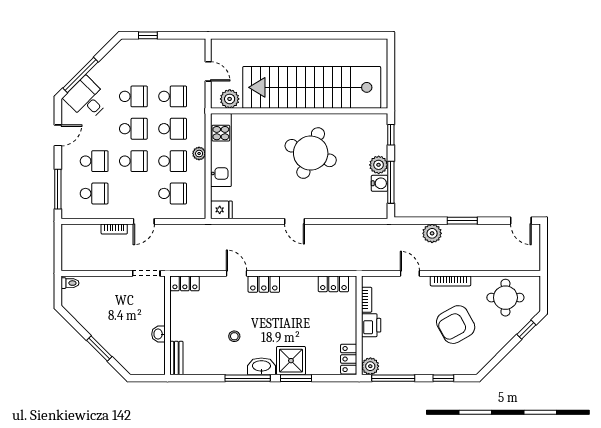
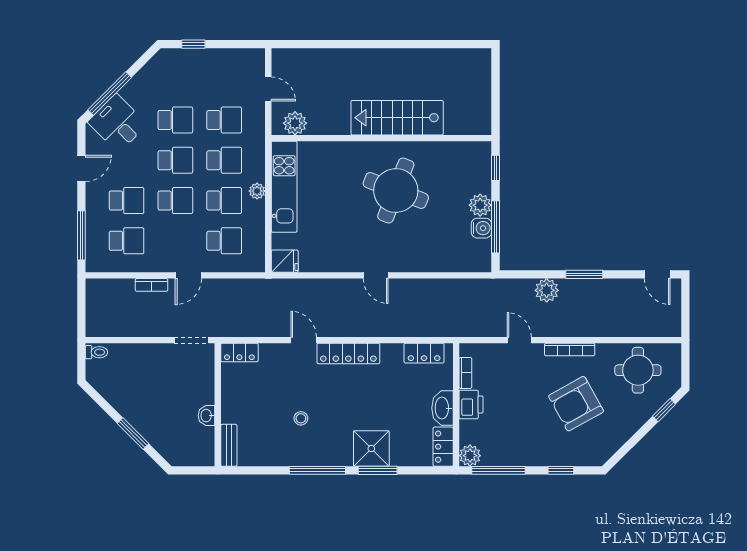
stairs: (312, 87) -> (397, 118), width x0.54, depth x0.66
locker: (264, 284) -> (348, 353), width x1.53
washbasin: (261, 366) -> (442, 408), moved, turned -90

